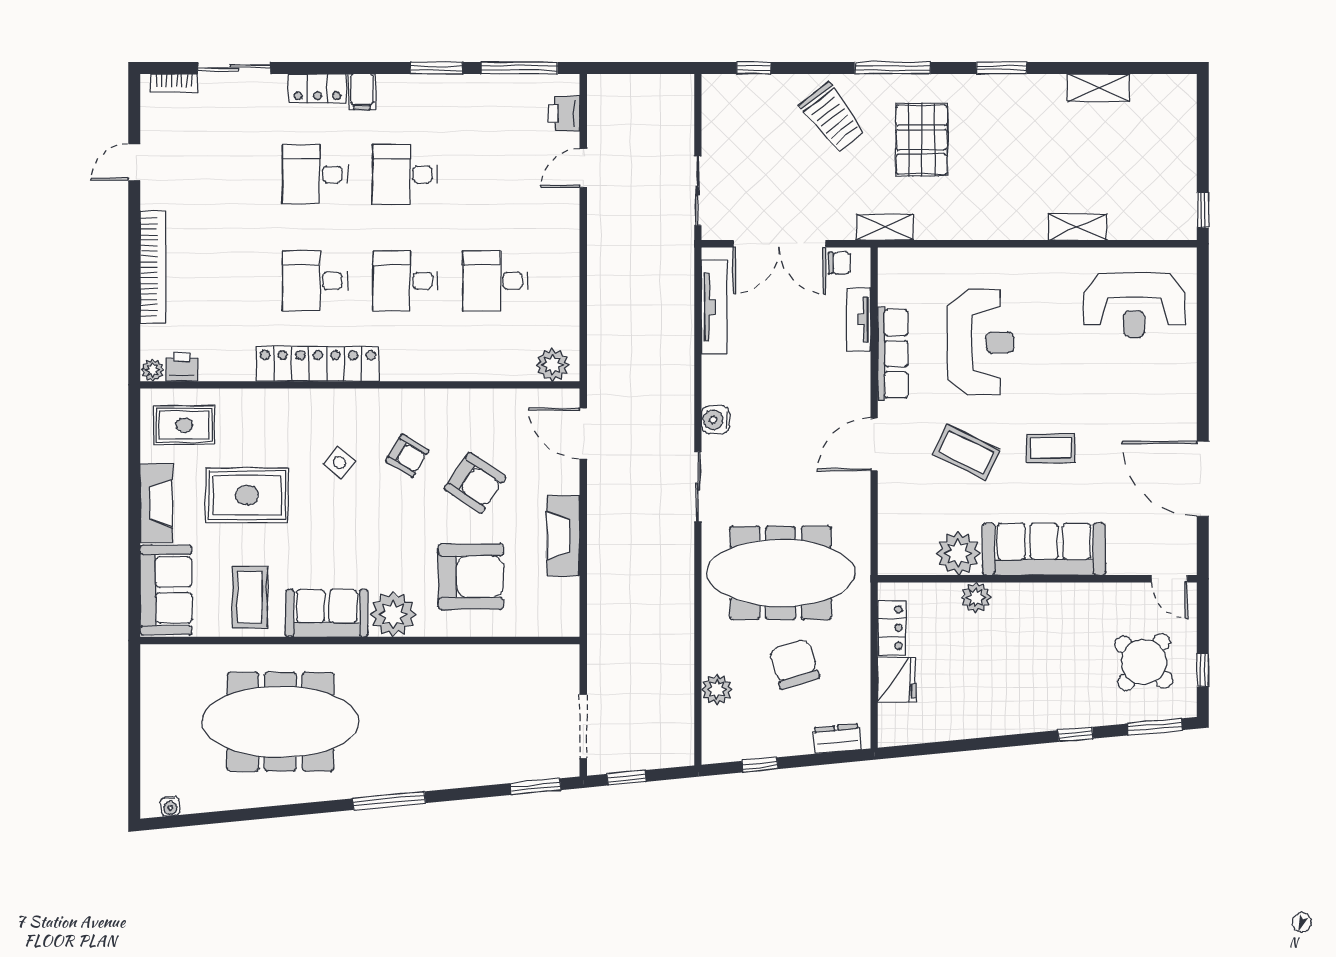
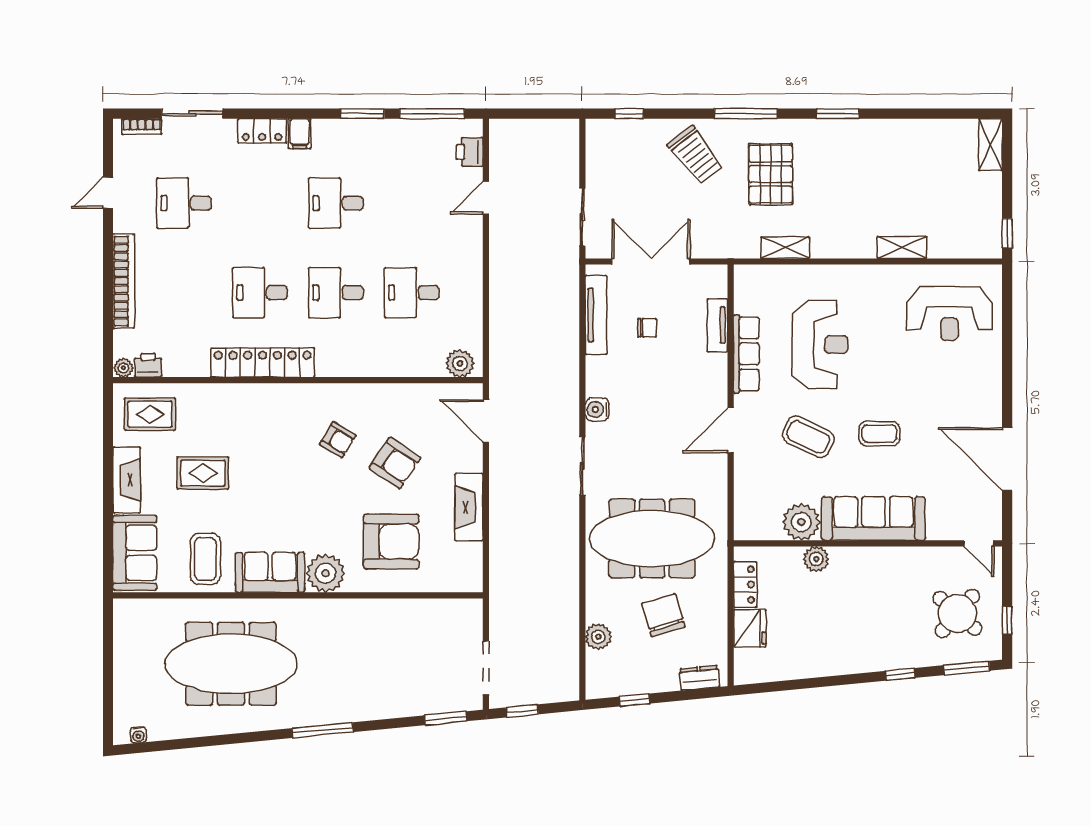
shelving: (1098, 88) -> (990, 145), moved, turned 90
desk: (315, 174) -> (184, 203), moved
shelving: (885, 227) -> (785, 248), moved
double door: (779, 244) -> (651, 261), swing flipped
chair: (839, 263) -> (647, 328), moved
side table: (339, 463) -> (281, 446), removed
rug: (247, 495) -> (203, 473), width x0.73, depth x0.70

